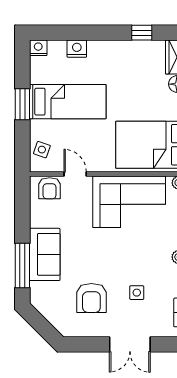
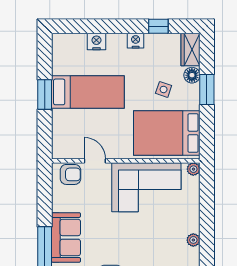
nightstand: (38, 48) -> (136, 41), moved
side table: (42, 150) -> (164, 89), moved
armchair: (50, 188) -> (70, 174), turned -90

